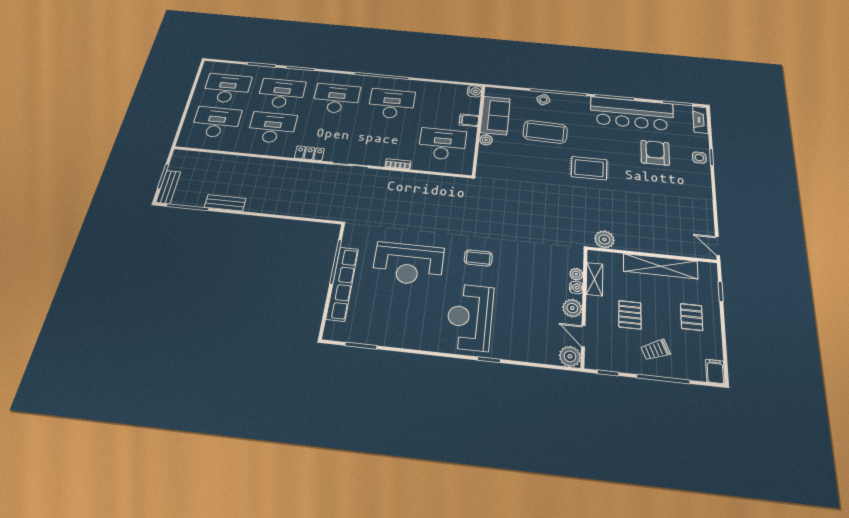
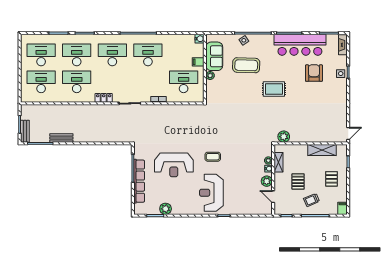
door: (718, 246) -> (348, 133), swing flipped
shelving: (660, 266) -> (322, 150), width x0.68
plant: (570, 356) -> (166, 209), moved

